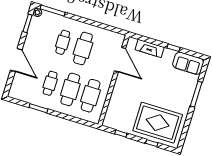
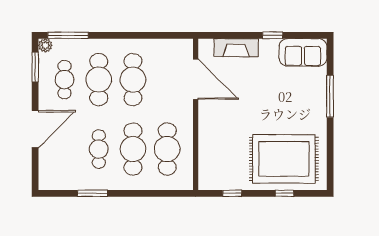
cafe table: (43, 36) -> (64, 80), added
cafe table: (63, 42) -> (99, 80), width x1.37, depth x1.35
door: (16, 60) -> (35, 129), hinge flipped

